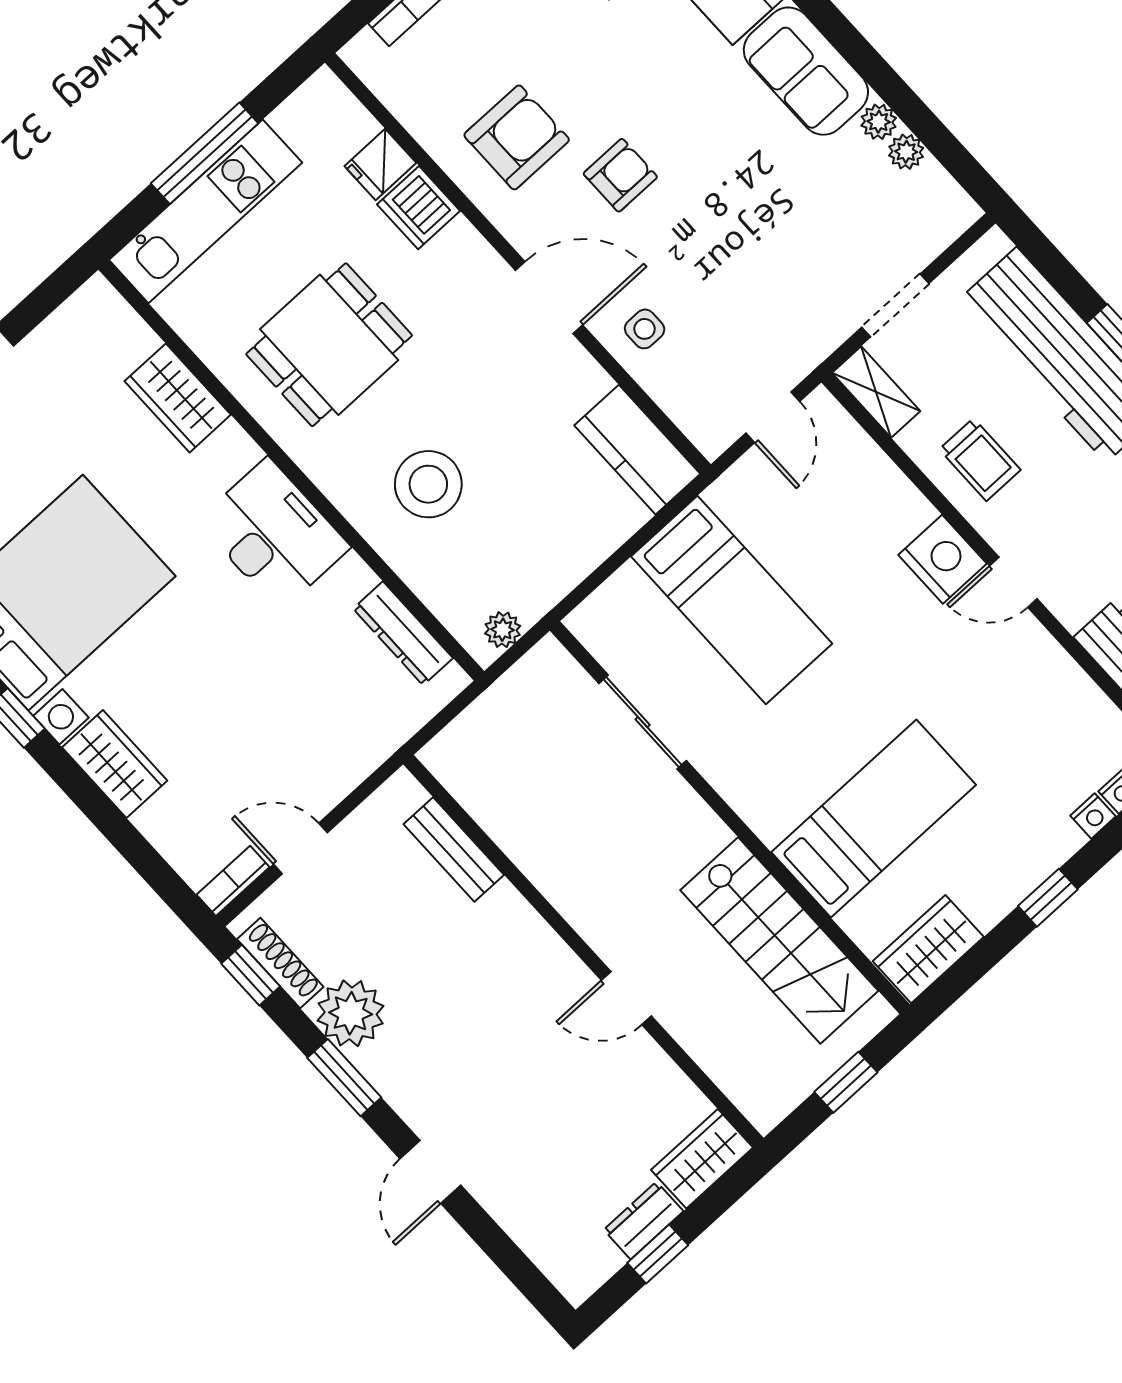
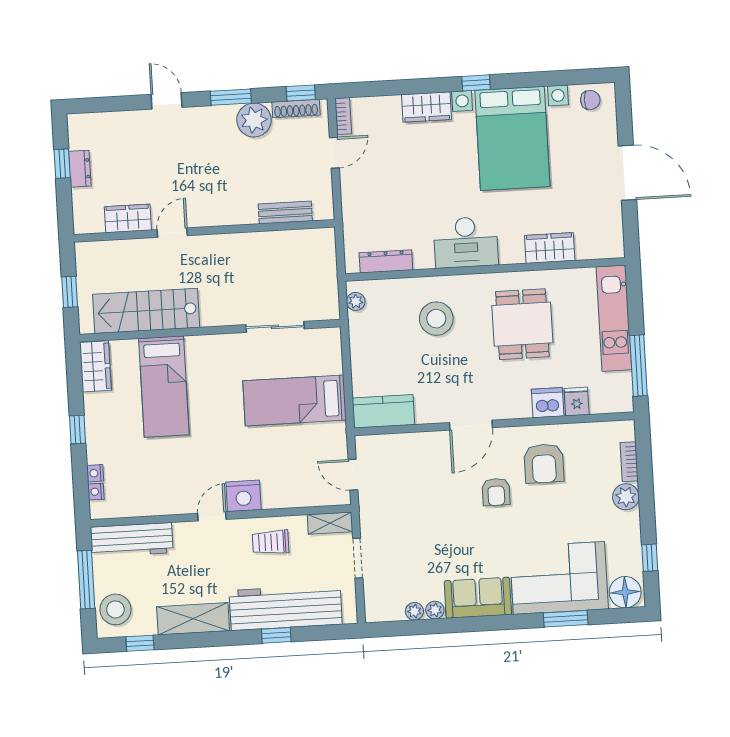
window: (205, 153) -> (639, 366), moved
side table: (645, 329) -> (428, 453), removed
wardrobe: (702, 1159) -> (128, 218), moved, turned -90

